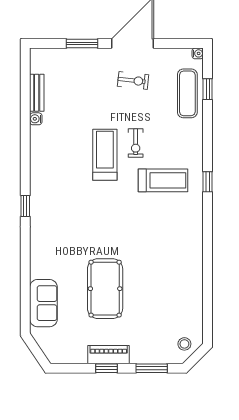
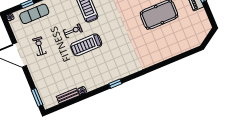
window: (82, 44) -> (37, 97), moved
window: (25, 206) -> (115, 84), moved
sofa: (43, 303) -> (181, 45), removed

